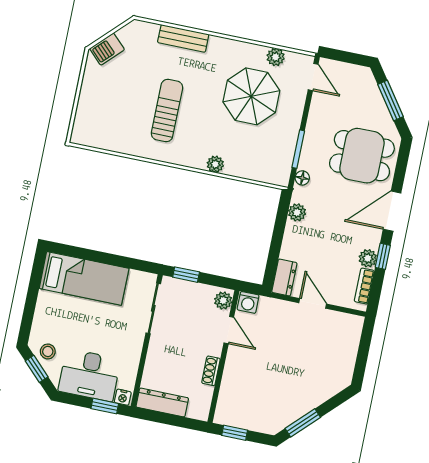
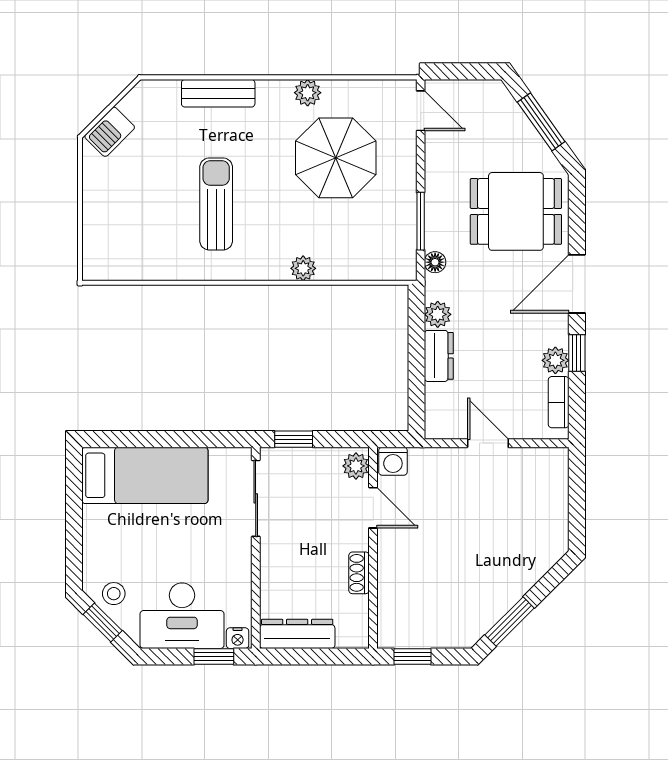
plant: (276, 57) -> (308, 93), moved
dresser: (284, 278) -> (439, 356), moved

